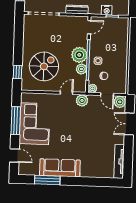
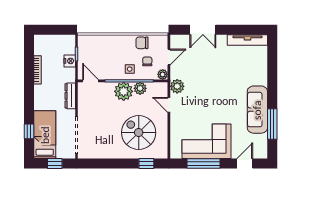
chair: (120, 72) -> (142, 43), added
plant: (120, 102) -> (177, 42), removed

